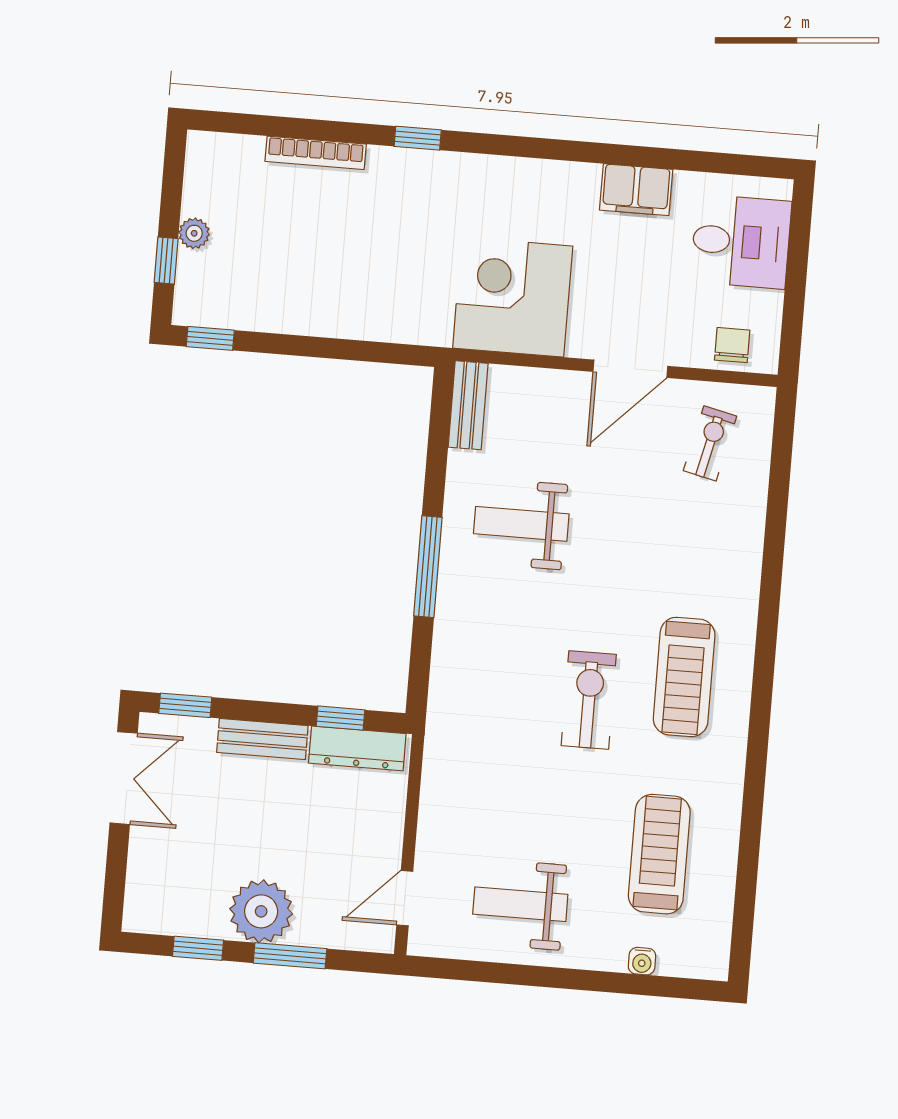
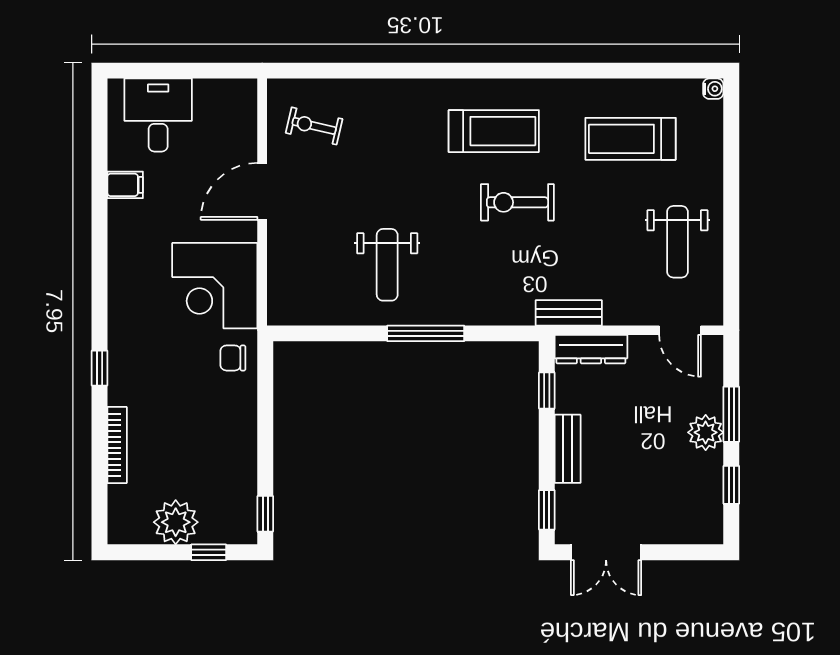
filing cabinet: (636, 190) -> (125, 185), width x0.50
plant: (194, 233) -> (176, 522), width x1.87, depth x1.87
chair: (732, 345) -> (233, 358), moved
door: (630, 369) -> (262, 191), swing flipped
bench: (468, 405) -> (569, 313), moved
dresser: (357, 748) -> (591, 349), moved, turned 90
double door: (124, 778) -> (606, 552), swing flipped
plant: (261, 911) -> (706, 432), width x0.73, depth x0.73
water cooler: (642, 961) -> (713, 89), moved

